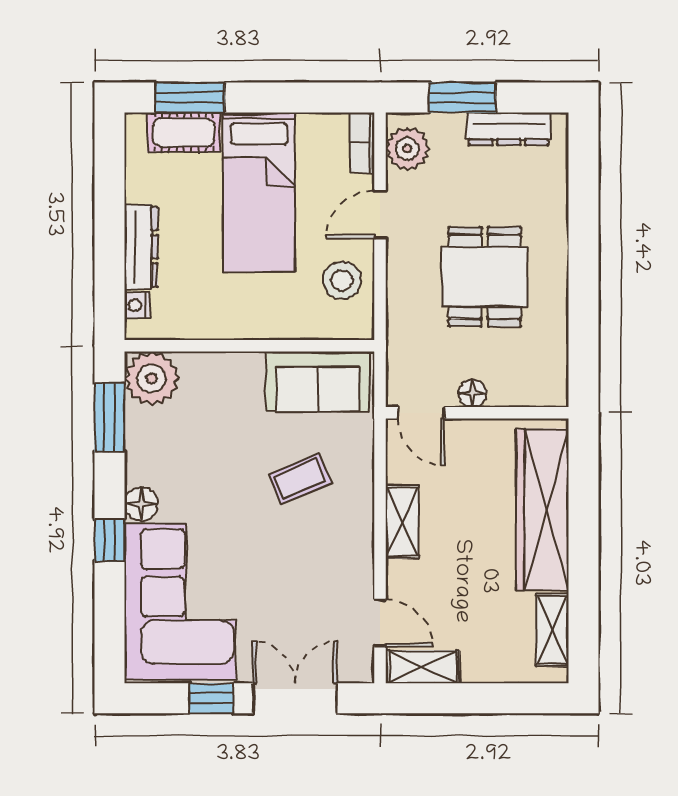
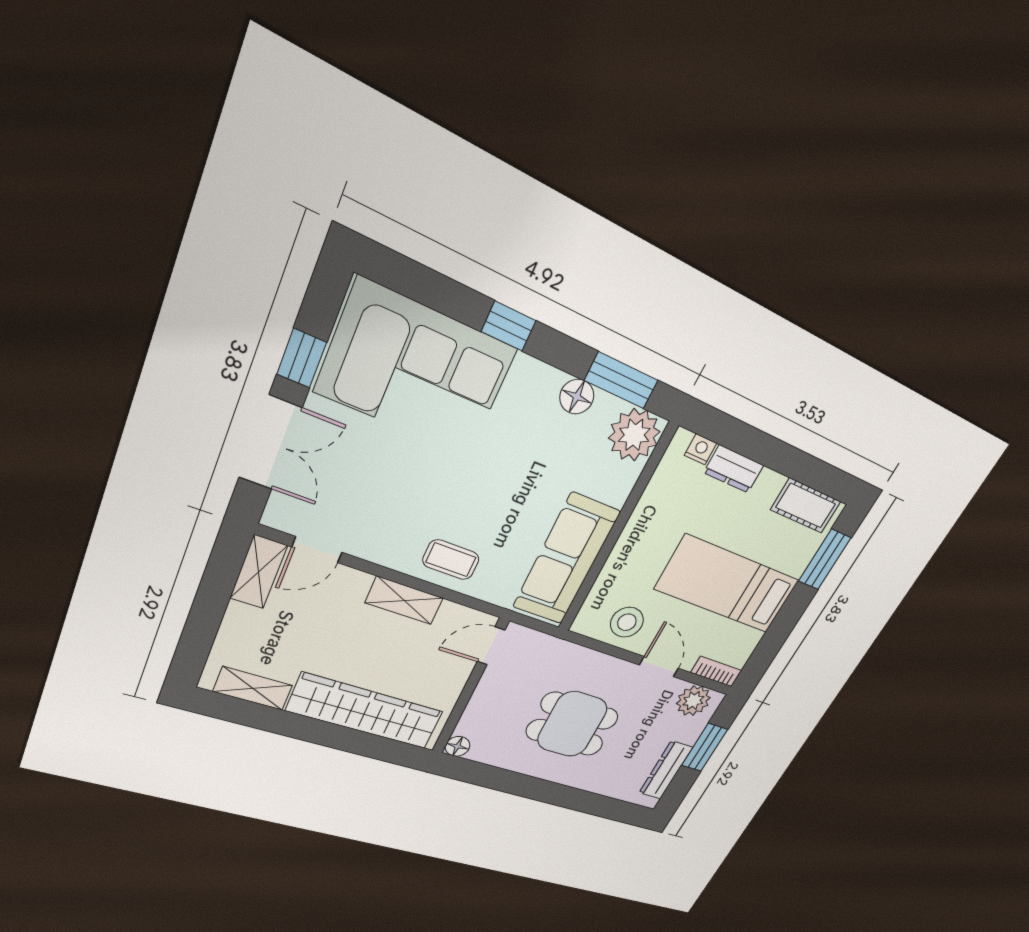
cot: (184, 132) -> (806, 506), moved, turned 90
dresser: (141, 247) -> (734, 469), width x0.70
sofa: (318, 381) -> (566, 560), width x1.36
floor lamp: (472, 393) -> (458, 746), moved
coffee table: (300, 479) -> (451, 560), moved, turned -67
floor lamp: (141, 504) -> (577, 397), moved

